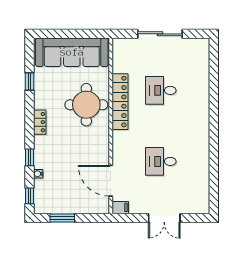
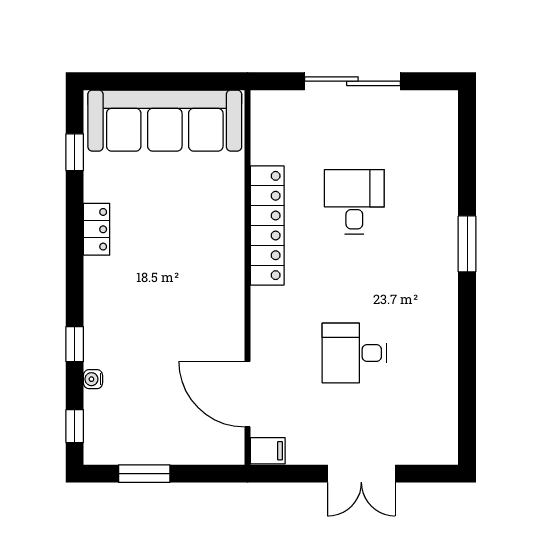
window: (30, 82) -> (75, 152), moved
desk: (161, 90) -> (354, 202), turned 90
round table: (86, 105) -> (196, 232), removed
window: (214, 110) -> (467, 244), added
locker: (40, 122) -> (97, 229), moved

